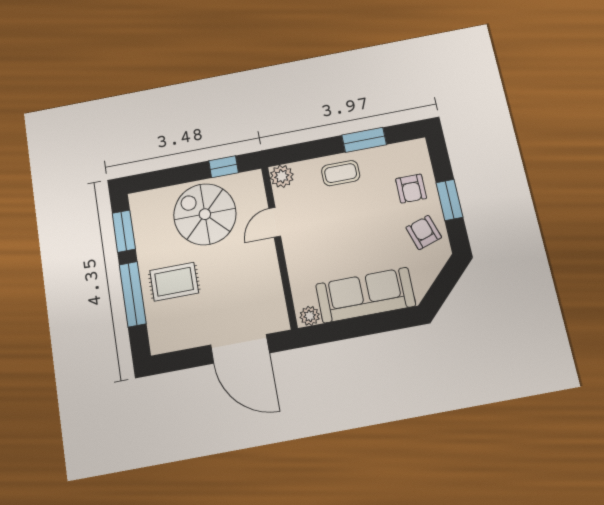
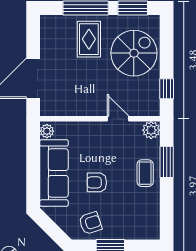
window: (364, 140) -> (167, 162), moved
armchair: (411, 189) -> (97, 182), moved
spiral stairs: (205, 214) -> (134, 53), moved

